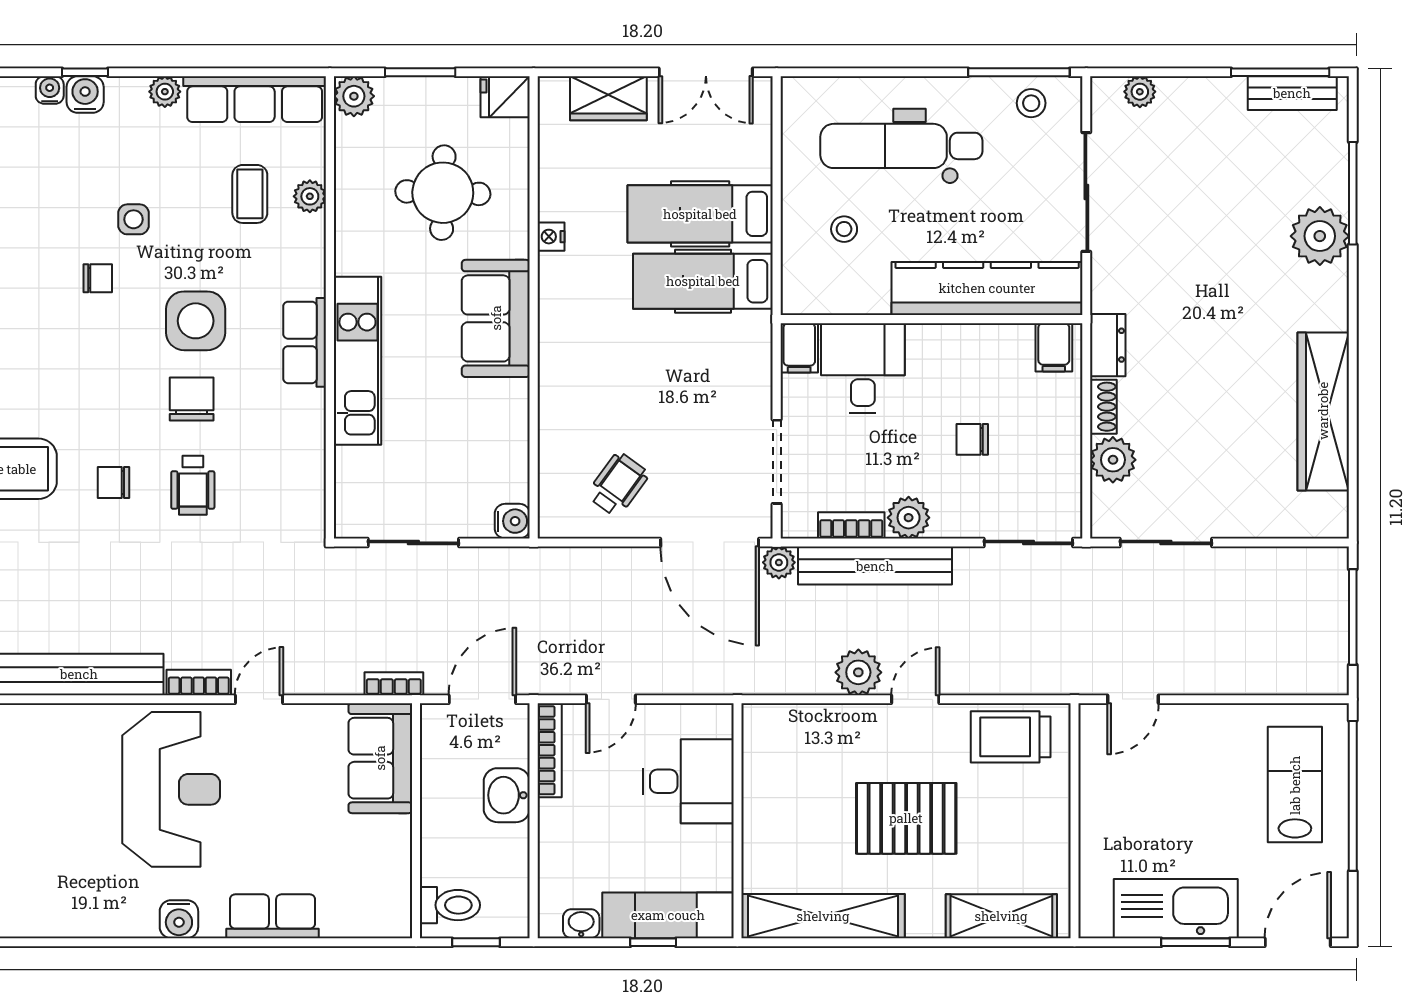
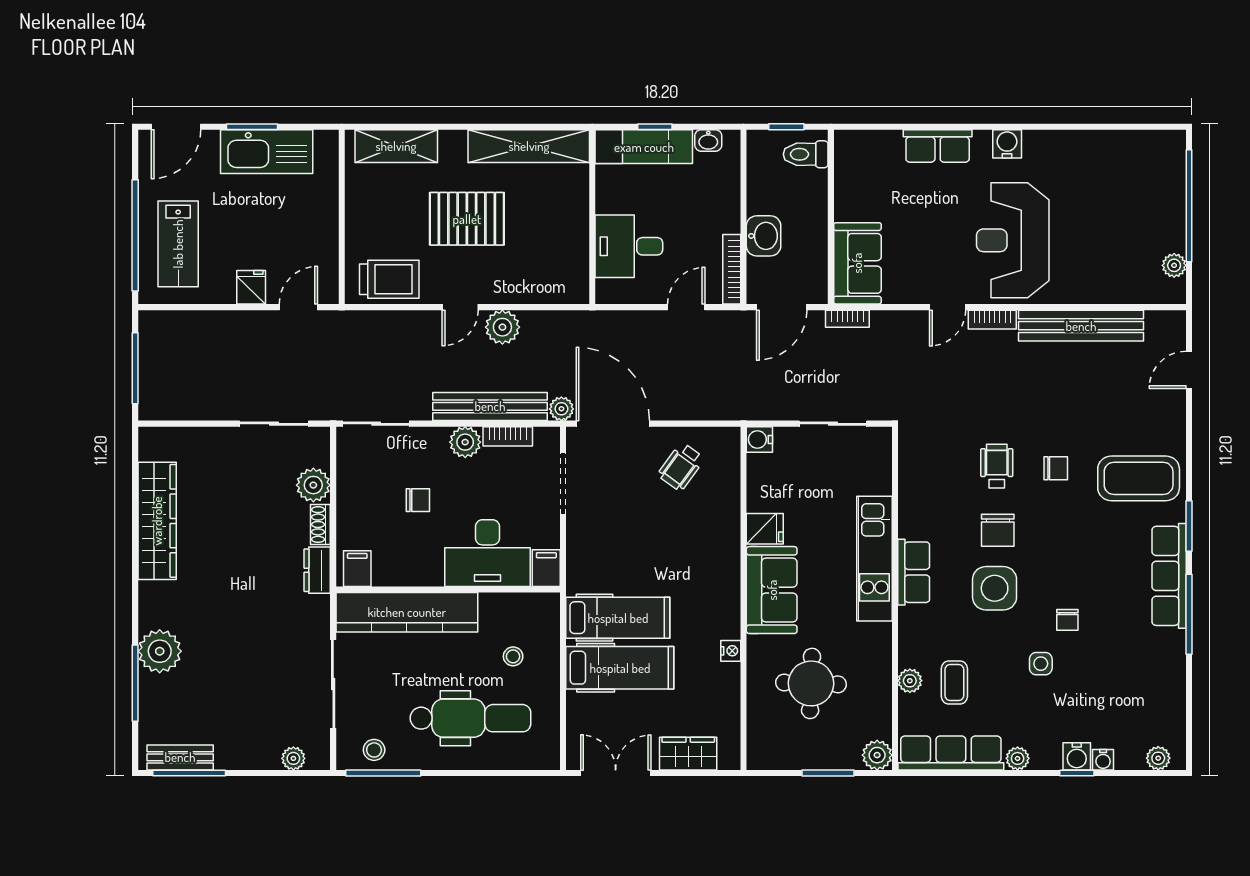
fridge: (505, 97) -> (765, 529), moved
chair: (98, 278) -> (1067, 620), turned -90
desk: (863, 368) -> (487, 553), width x1.37
fridge: (1197, 726) -> (251, 287), added

